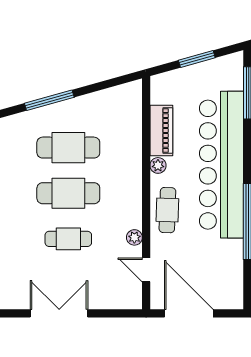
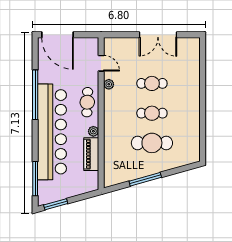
window: (197, 59) -> (56, 204), moved
window: (49, 100) -> (145, 179), moved
cafe table: (68, 193) -> (152, 113), width x0.73, depth x0.74
door: (189, 313) -> (58, 35), moved

